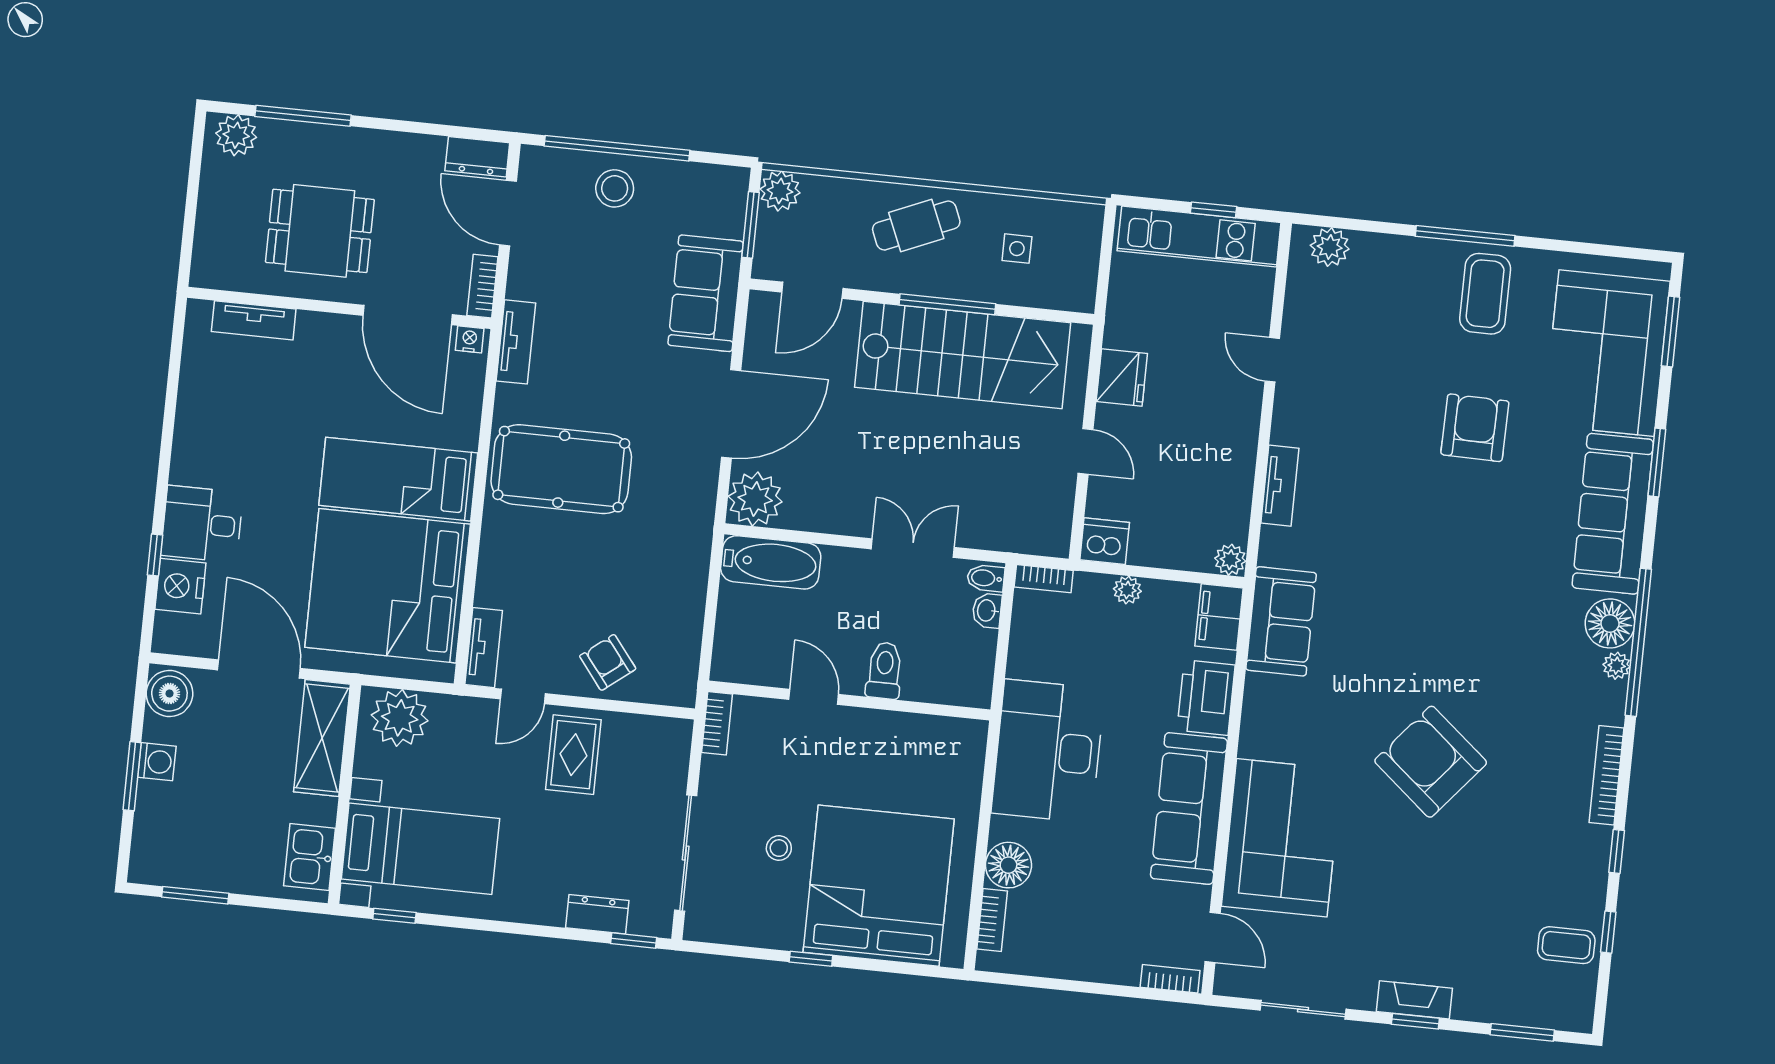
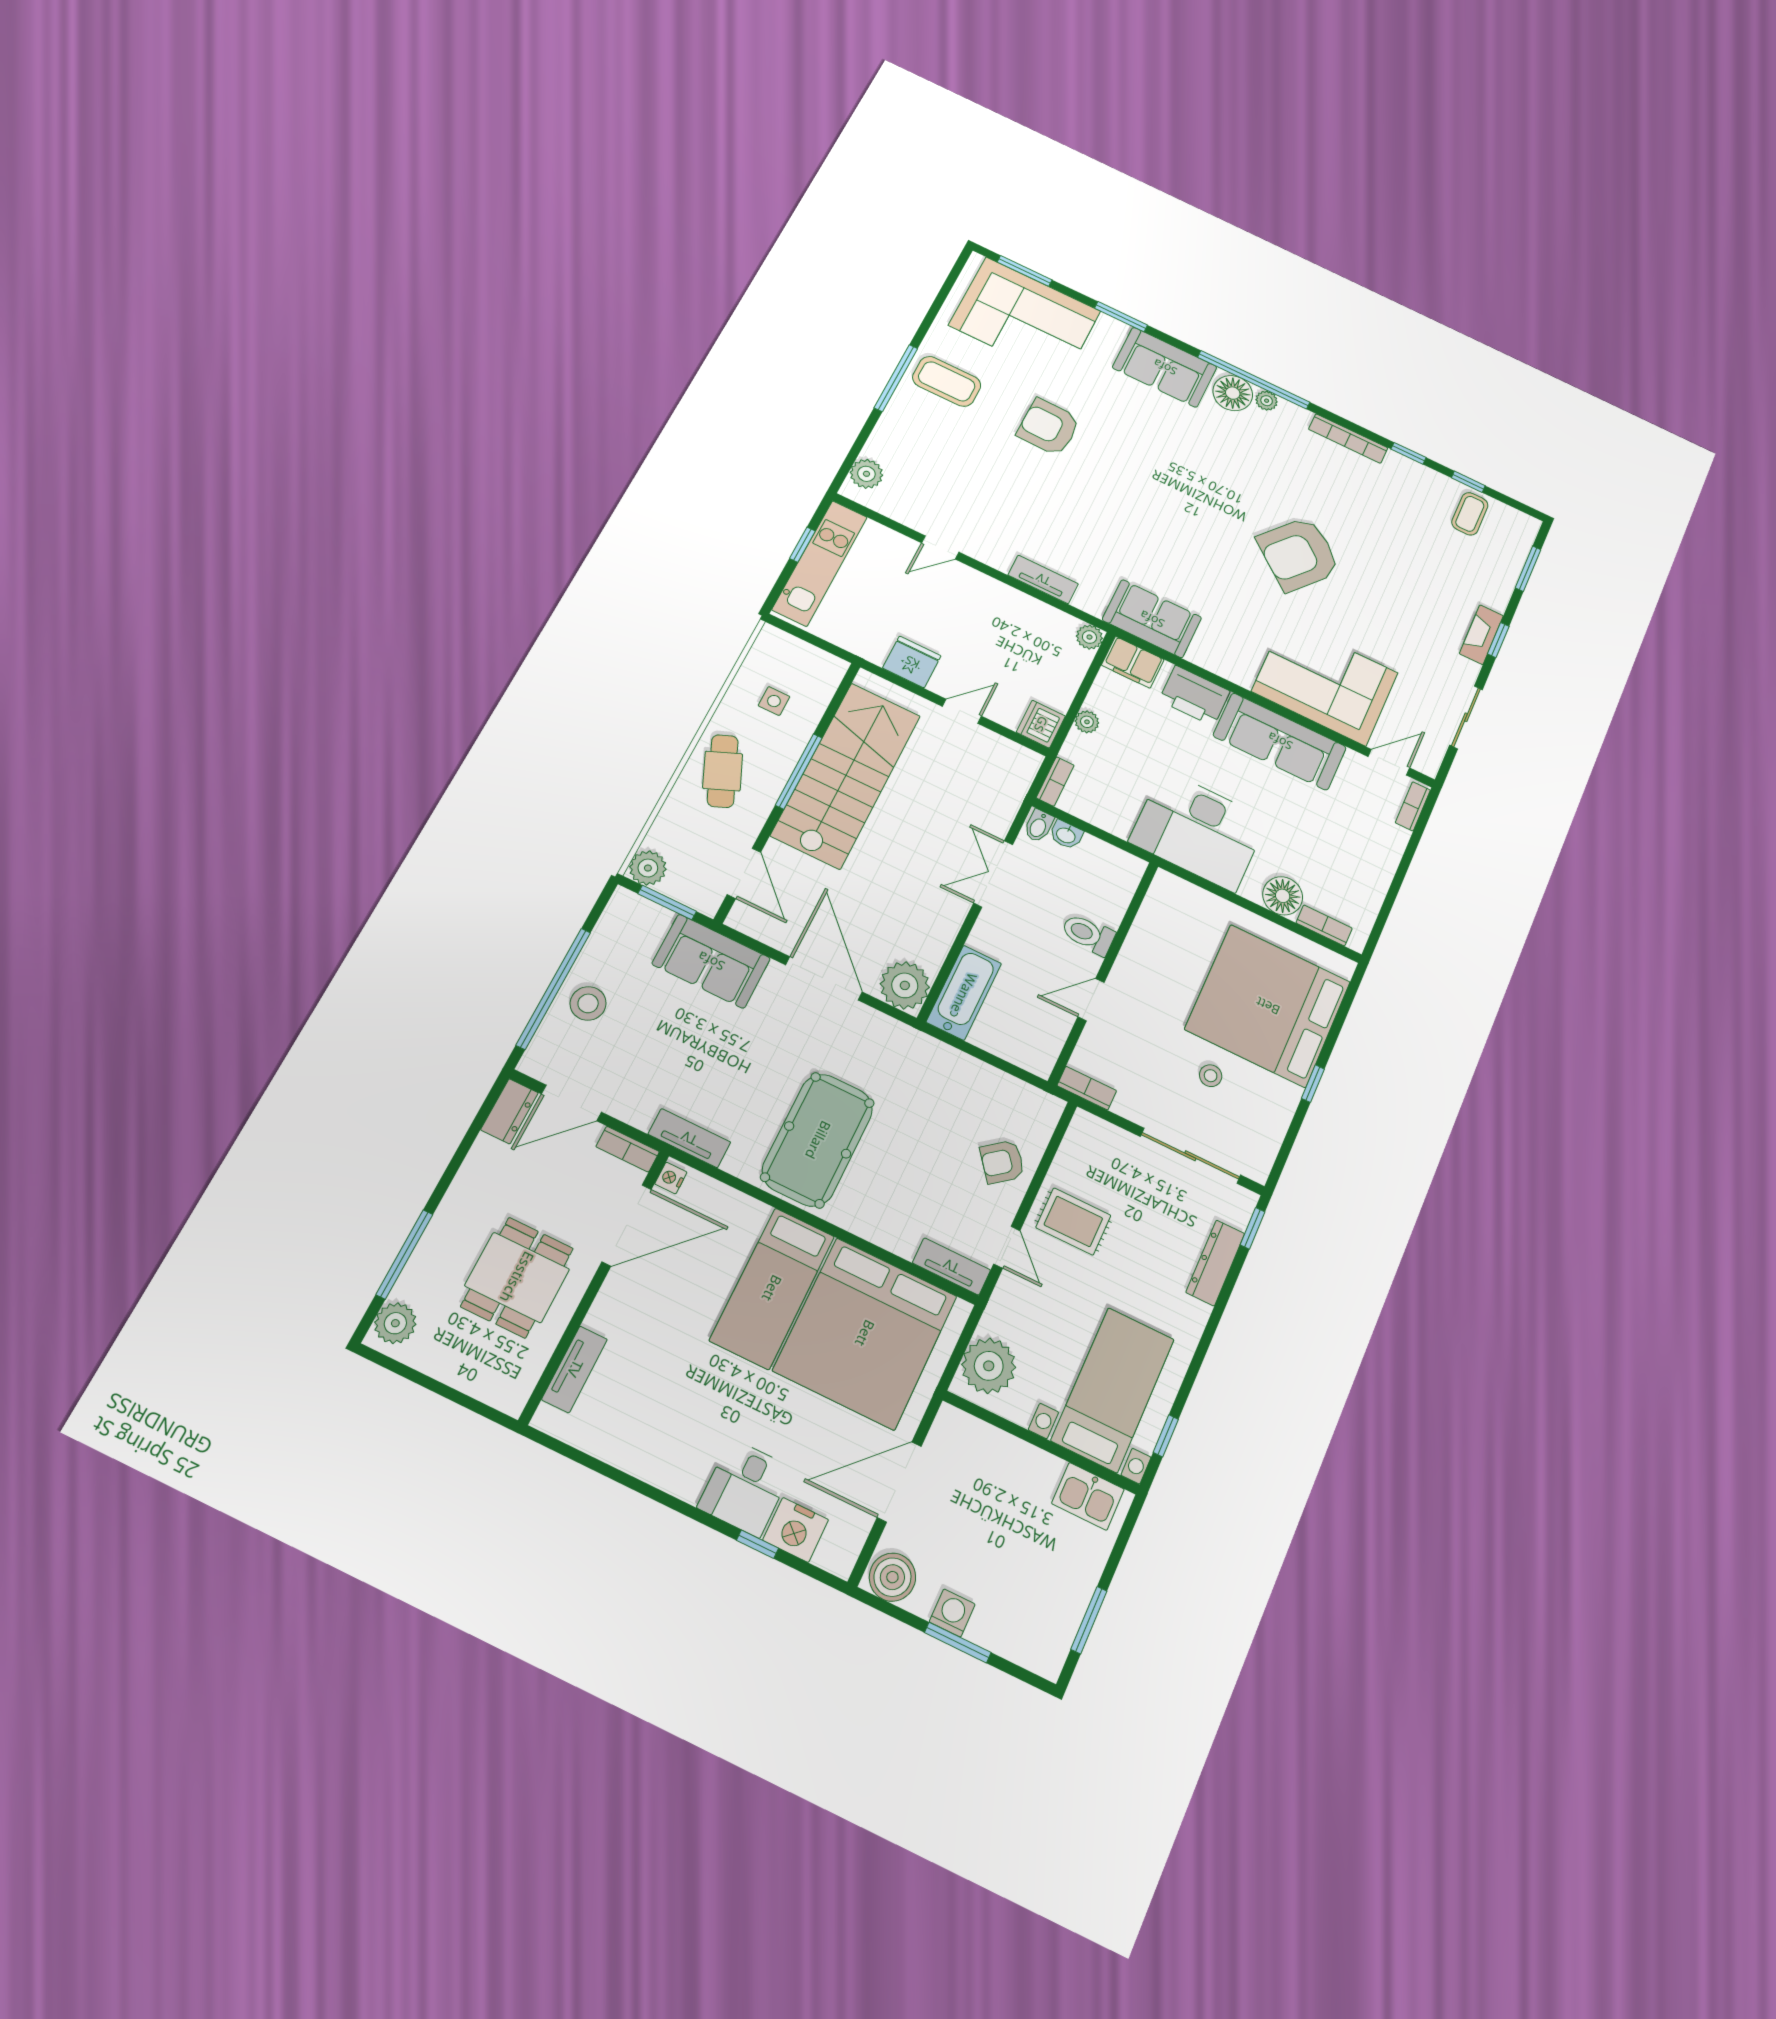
sofa: (1613, 514) -> (1165, 367), width x0.73
shelving: (322, 738) -> (983, 1445), removed
dresser: (597, 914) -> (1215, 1263), width x1.44

